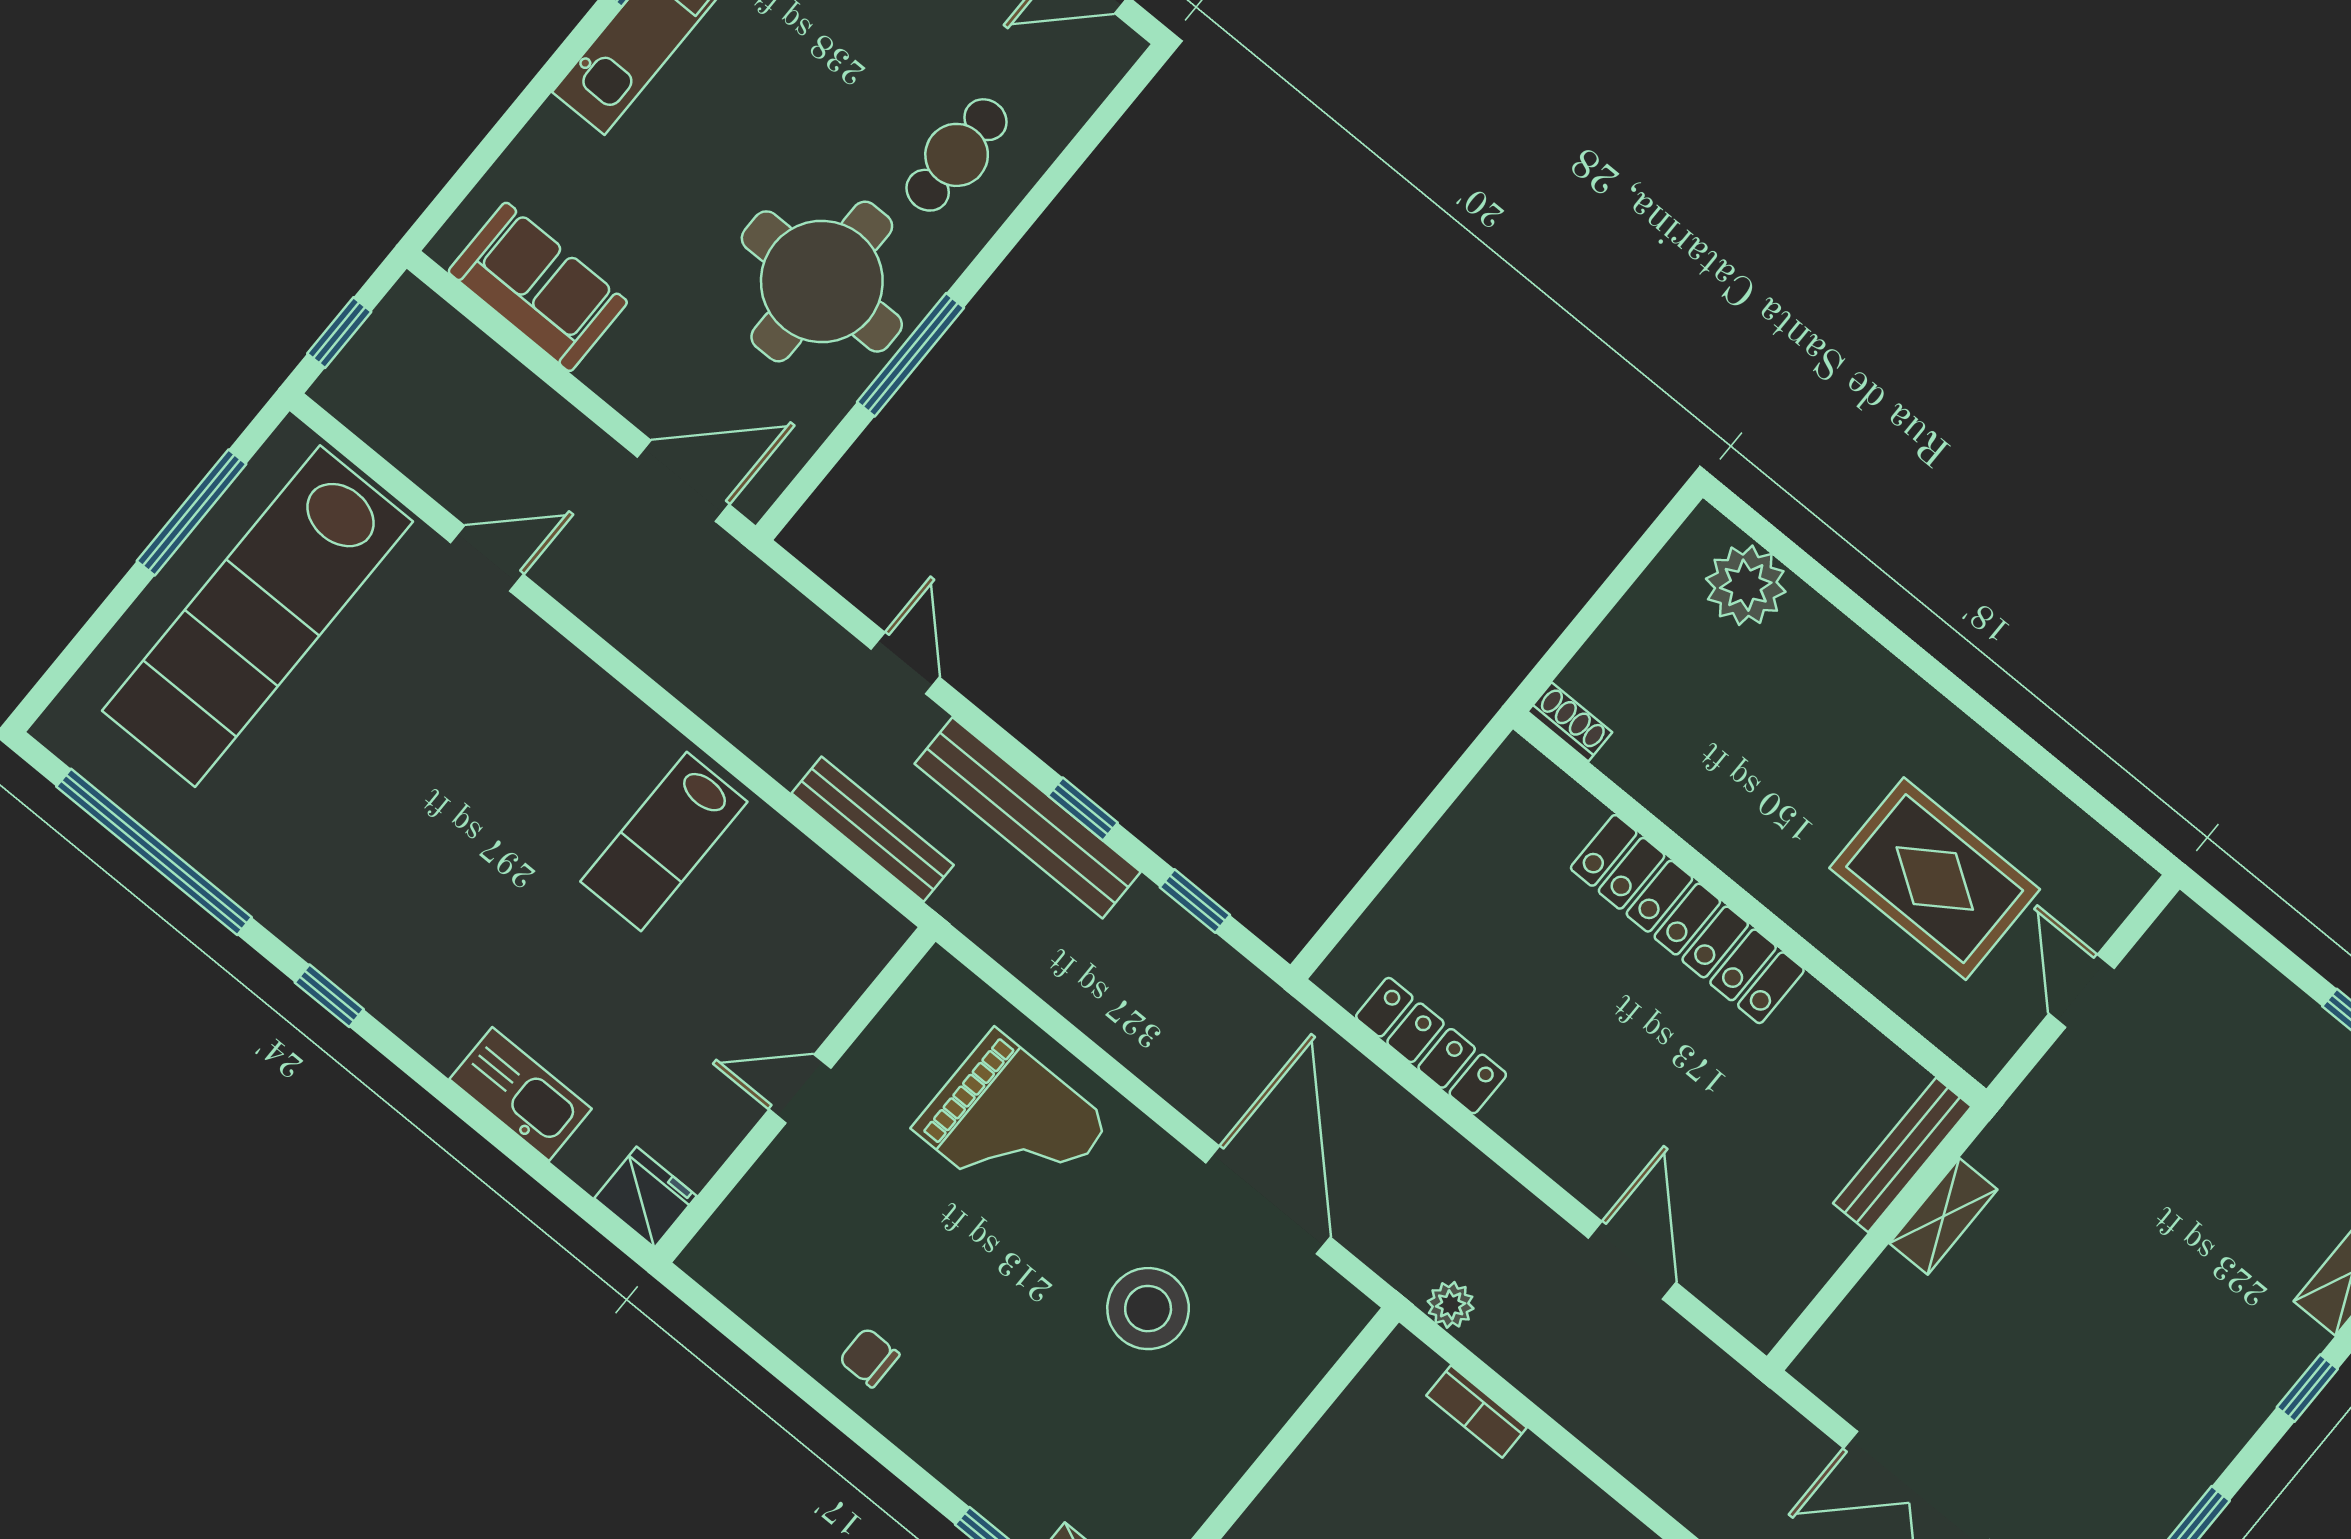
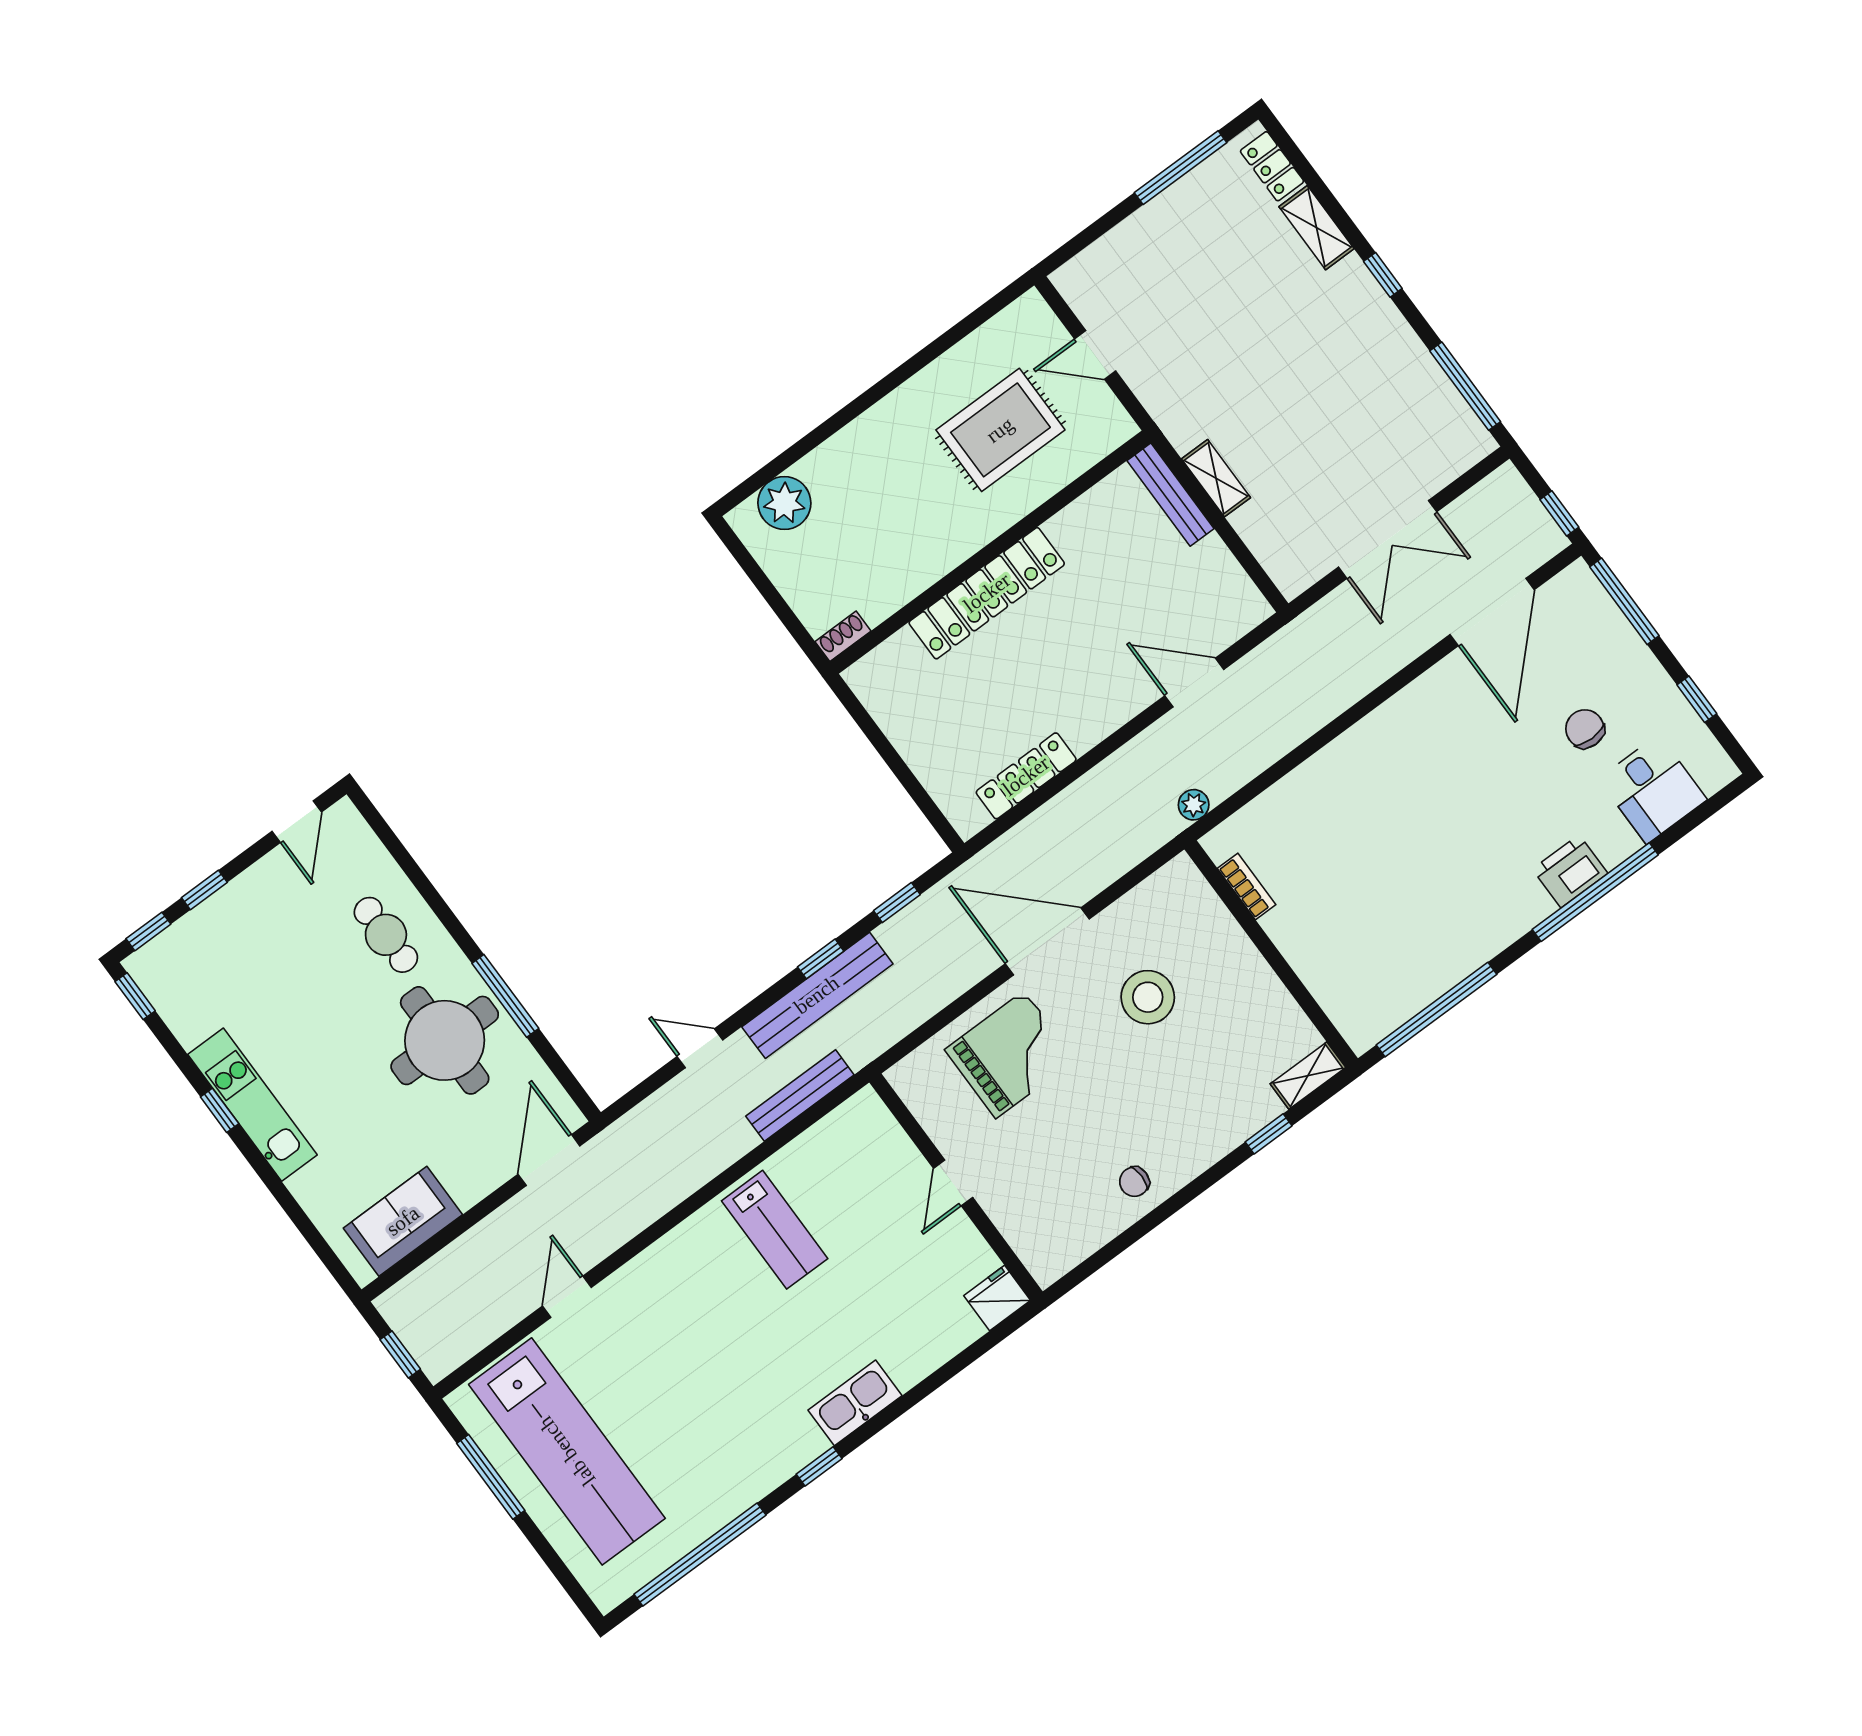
kitchen sink: (521, 1094) -> (855, 1403), moved
door: (1268, 1200) -> (1047, 941), moved
bookcase: (1477, 1412) -> (1247, 886), moved, turned -90

